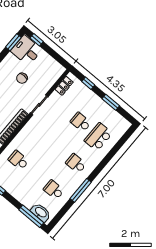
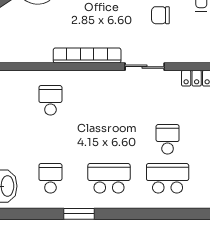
school desk: (76, 163) -> (109, 178), width x1.85
window: (81, 190) -> (79, 214), width x0.69

